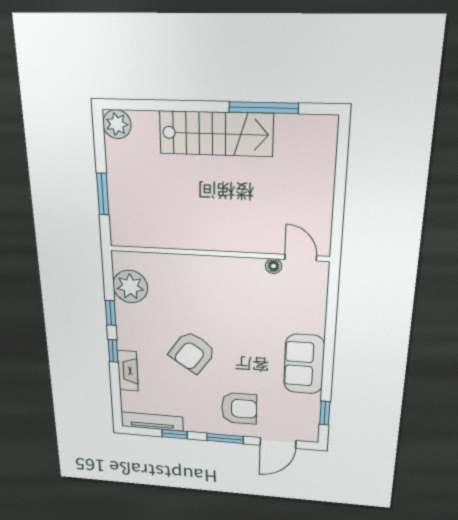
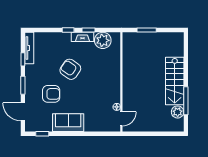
plant: (117, 124) -> (178, 112), moved
fireplace: (128, 371) -> (83, 37), moved
armchair: (239, 408) -> (51, 94), moved, turned -90

